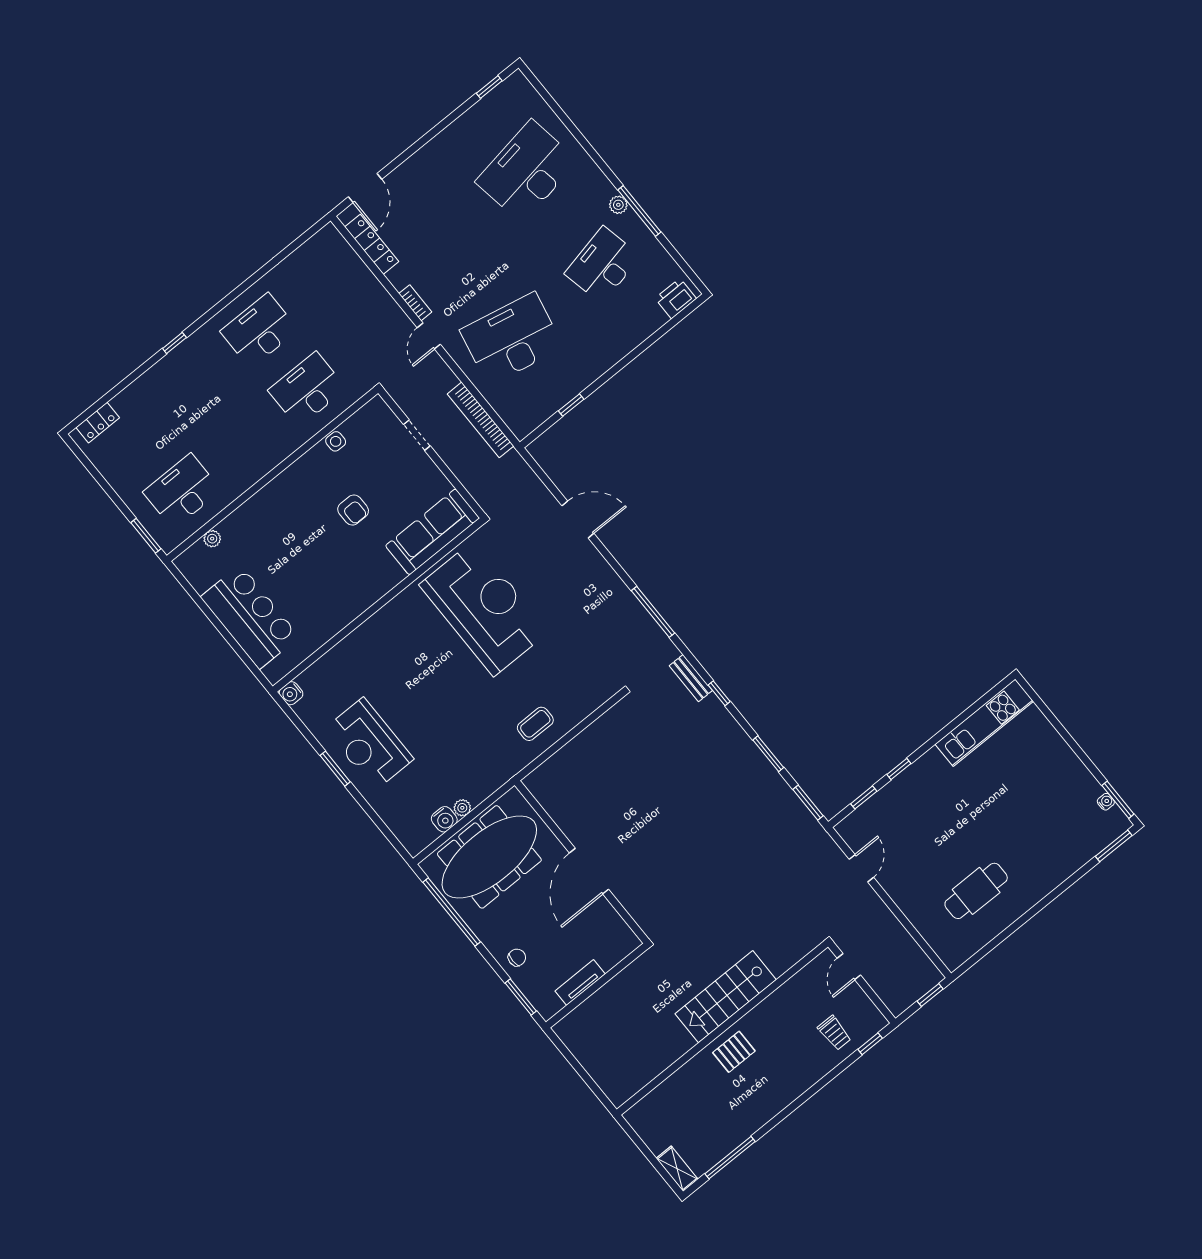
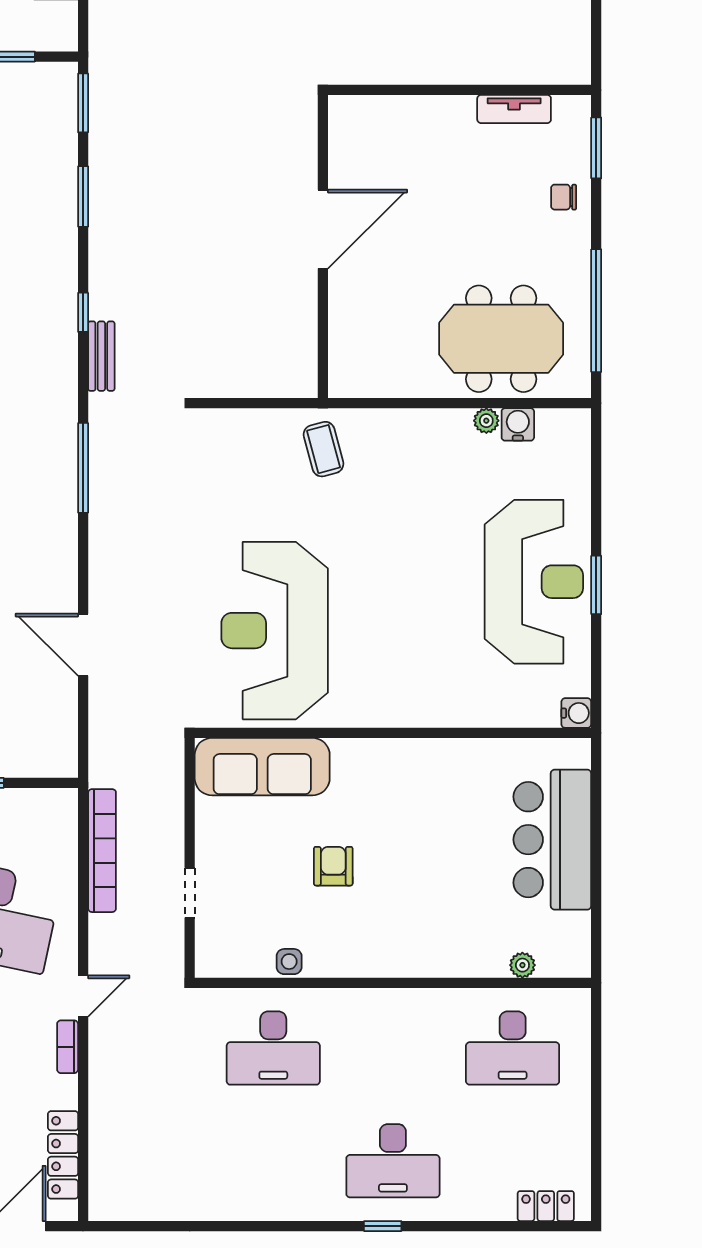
desk: (259, 331) -> (393, 1161), moved
window: (146, 536) -> (596, 1031), removed
coffee table: (535, 724) -> (324, 449), turned 75
reception desk: (369, 744) -> (534, 582), width x1.36, depth x1.30
meeting table: (489, 857) -> (501, 339), width x0.73
wall: (582, 862) -> (323, 247), moved
door: (589, 871) -> (323, 229), moved

